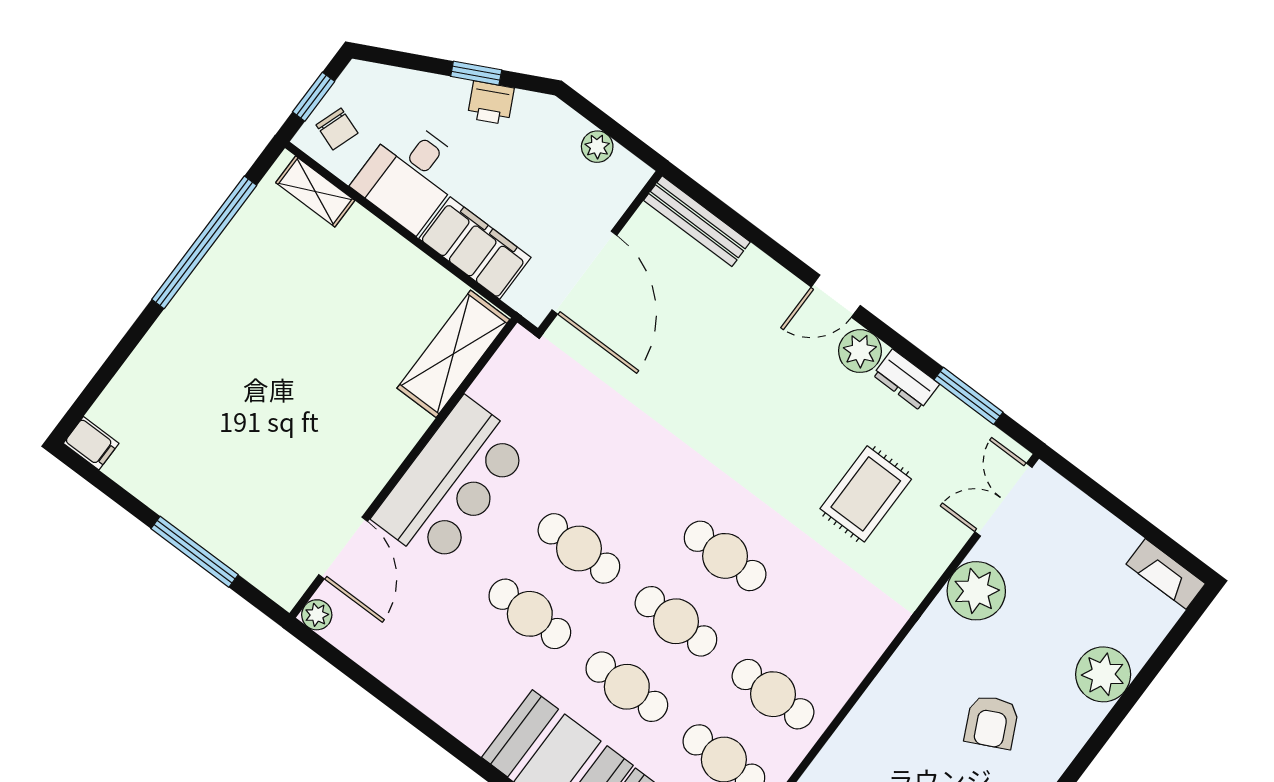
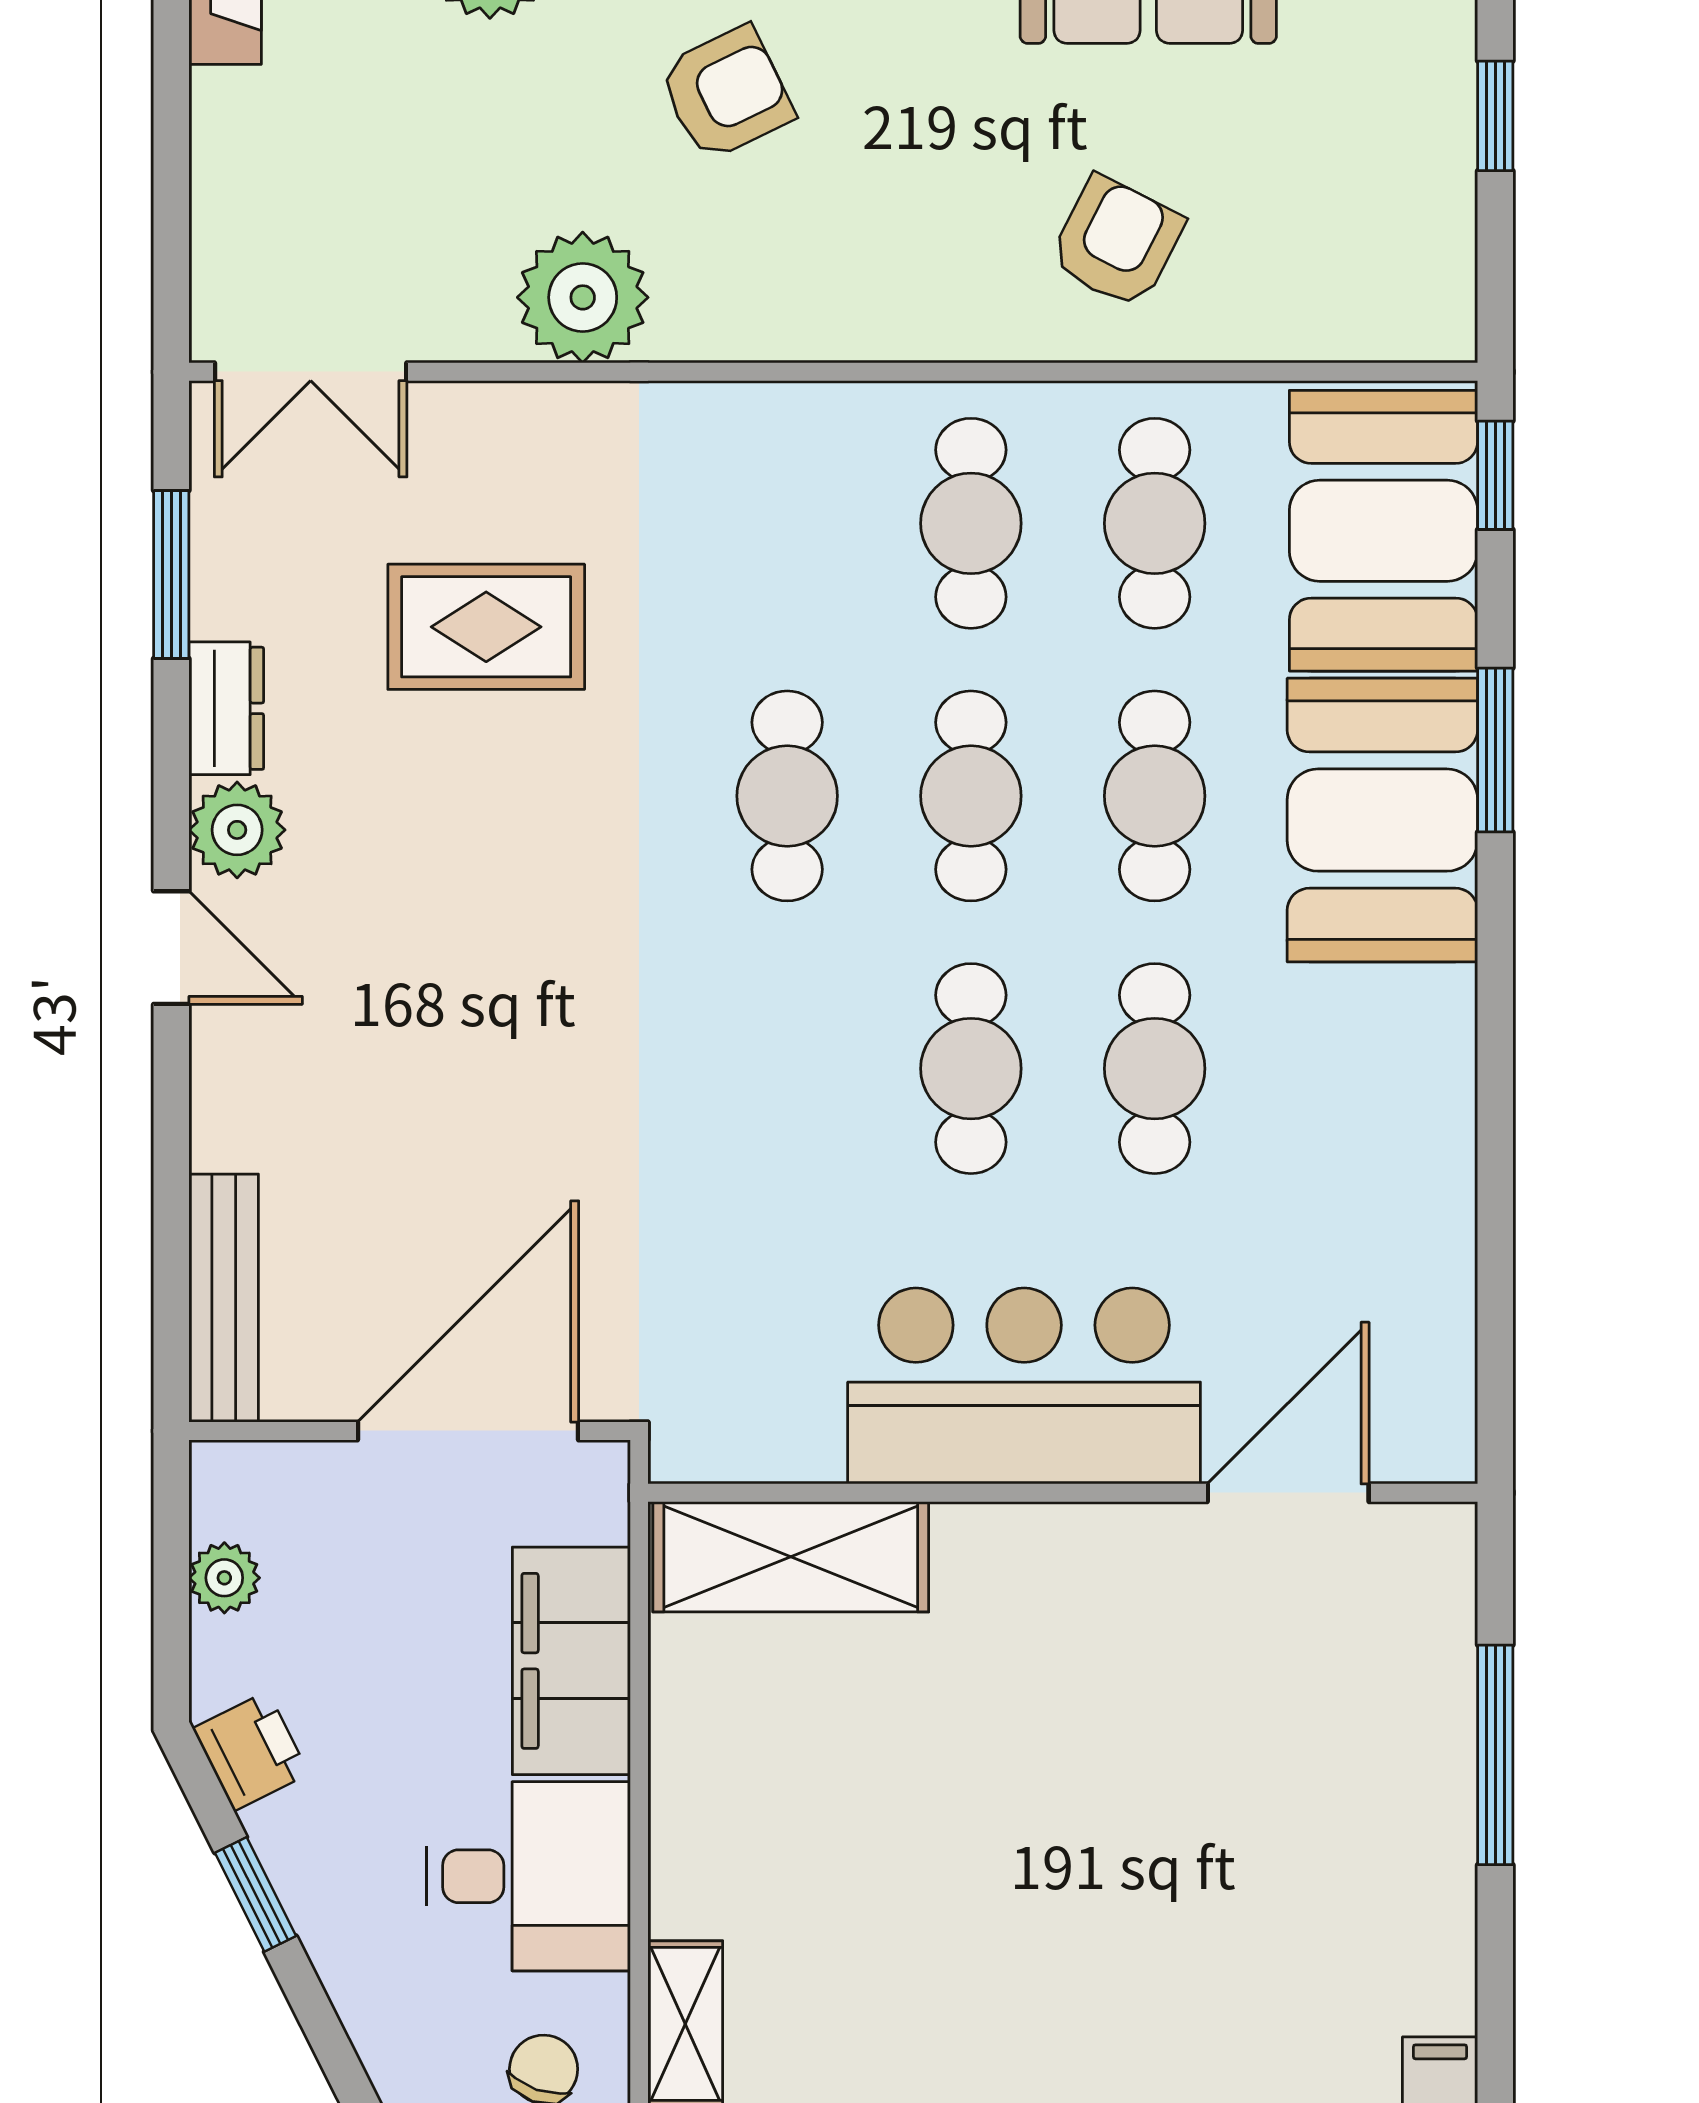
printer: (491, 103) -> (251, 1751), moved
plant: (976, 591) -> (583, 297), moved
plant: (317, 615) -> (1444, 1450), removed

